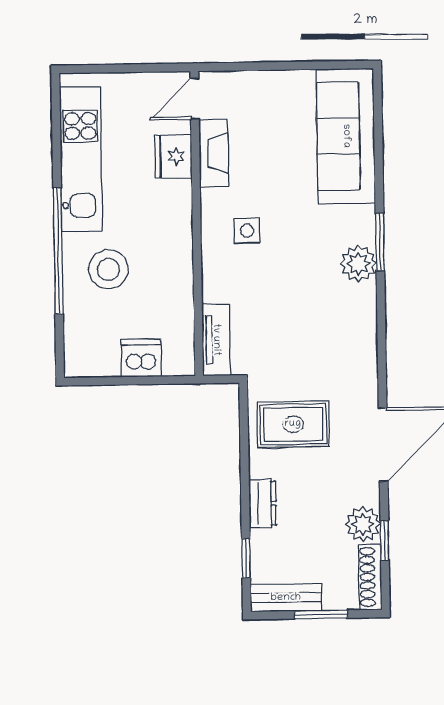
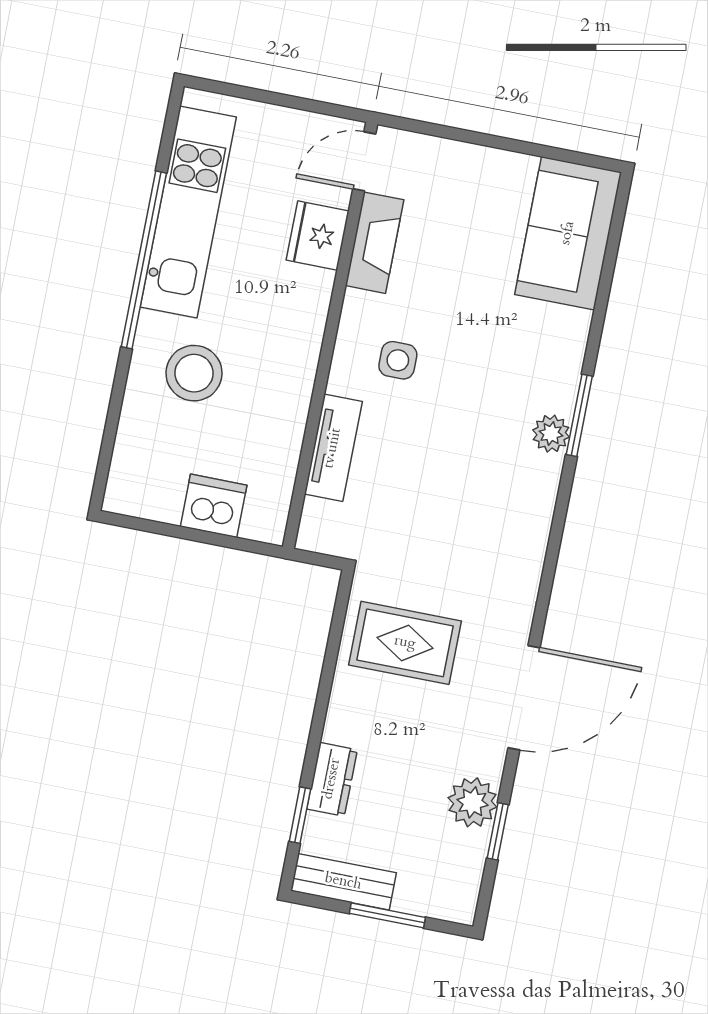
sofa: (346, 136) -> (568, 233), width x0.73
window: (58, 251) -> (144, 260), moved
plant: (358, 264) -> (551, 434), width x0.73, depth x0.73
tv unit: (216, 340) -> (333, 448), moved
dresser: (262, 503) -> (332, 779), moved
shoe rack: (370, 577) -> (467, 878), removed

